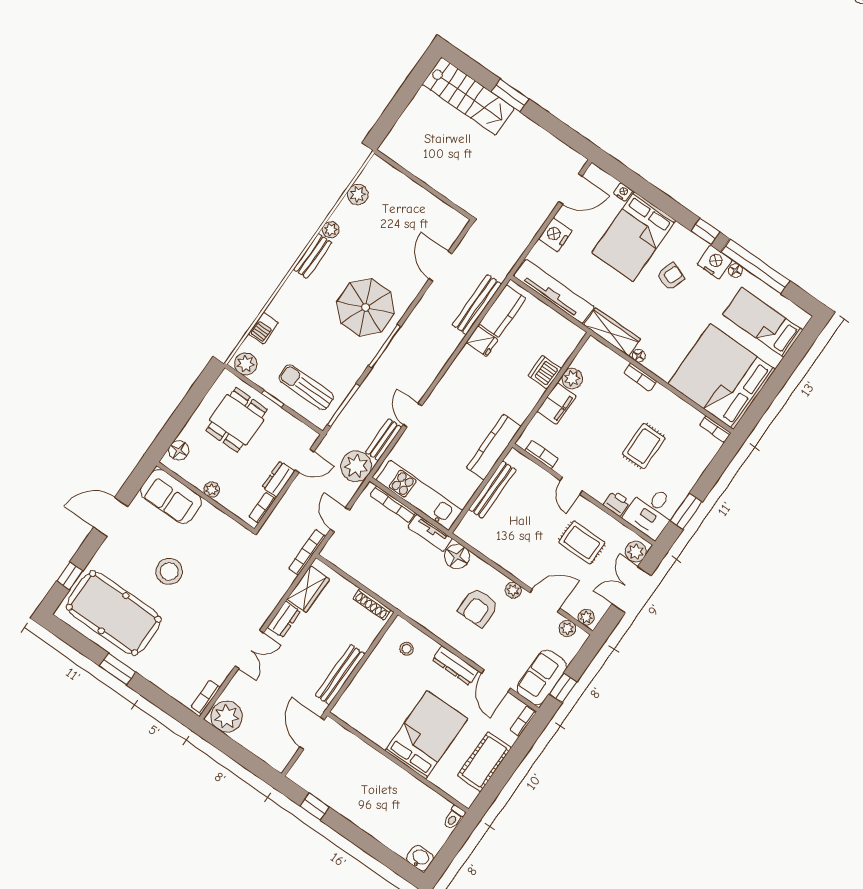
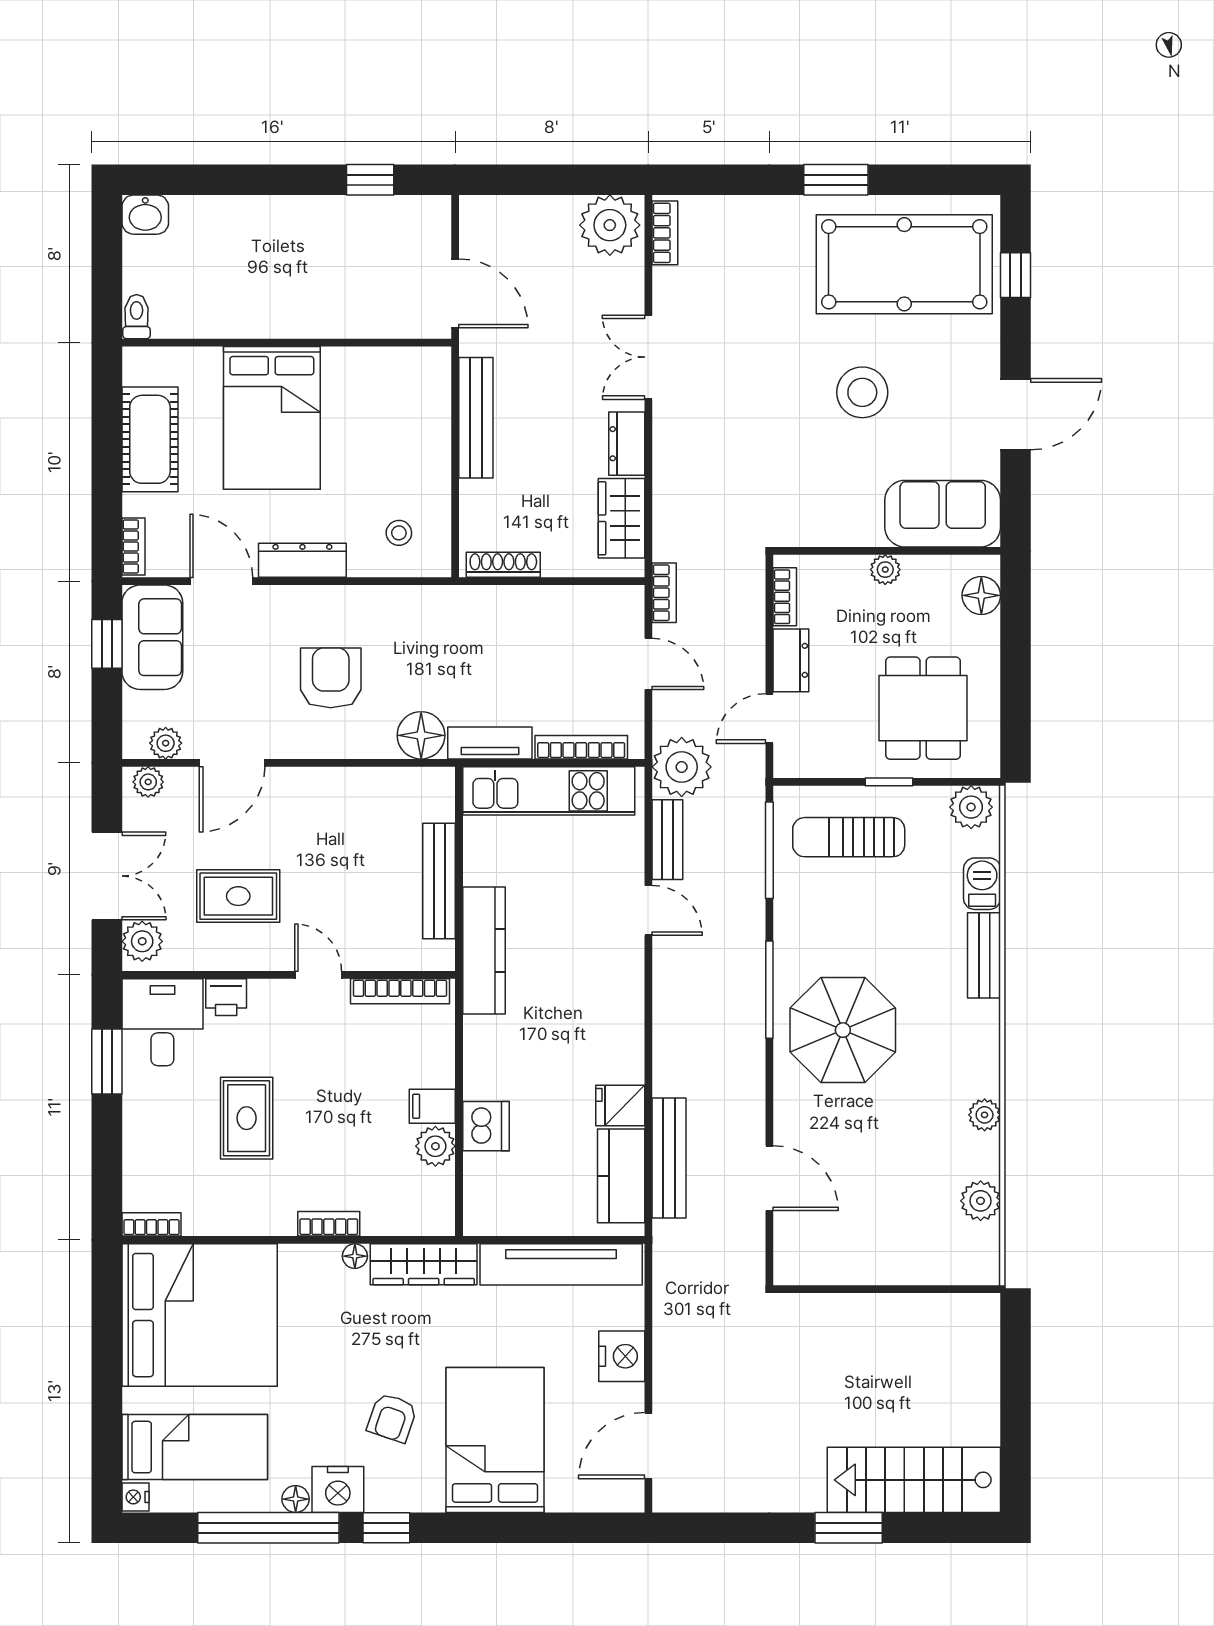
nightstand: (623, 192) -> (135, 1497), moved, turned 90
bench: (313, 256) -> (984, 955), moved
sun lounger: (306, 387) -> (849, 837), turned 180
filing cabinet: (557, 404) -> (432, 1106), width x0.50
bookcase: (541, 454) -> (400, 991), width x1.56
bookcase: (307, 552) -> (664, 593), width x0.64
plant: (513, 590) -> (294, 744), removed

